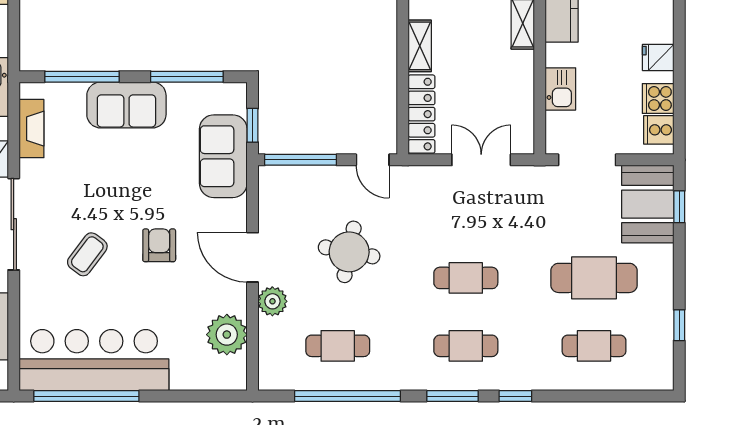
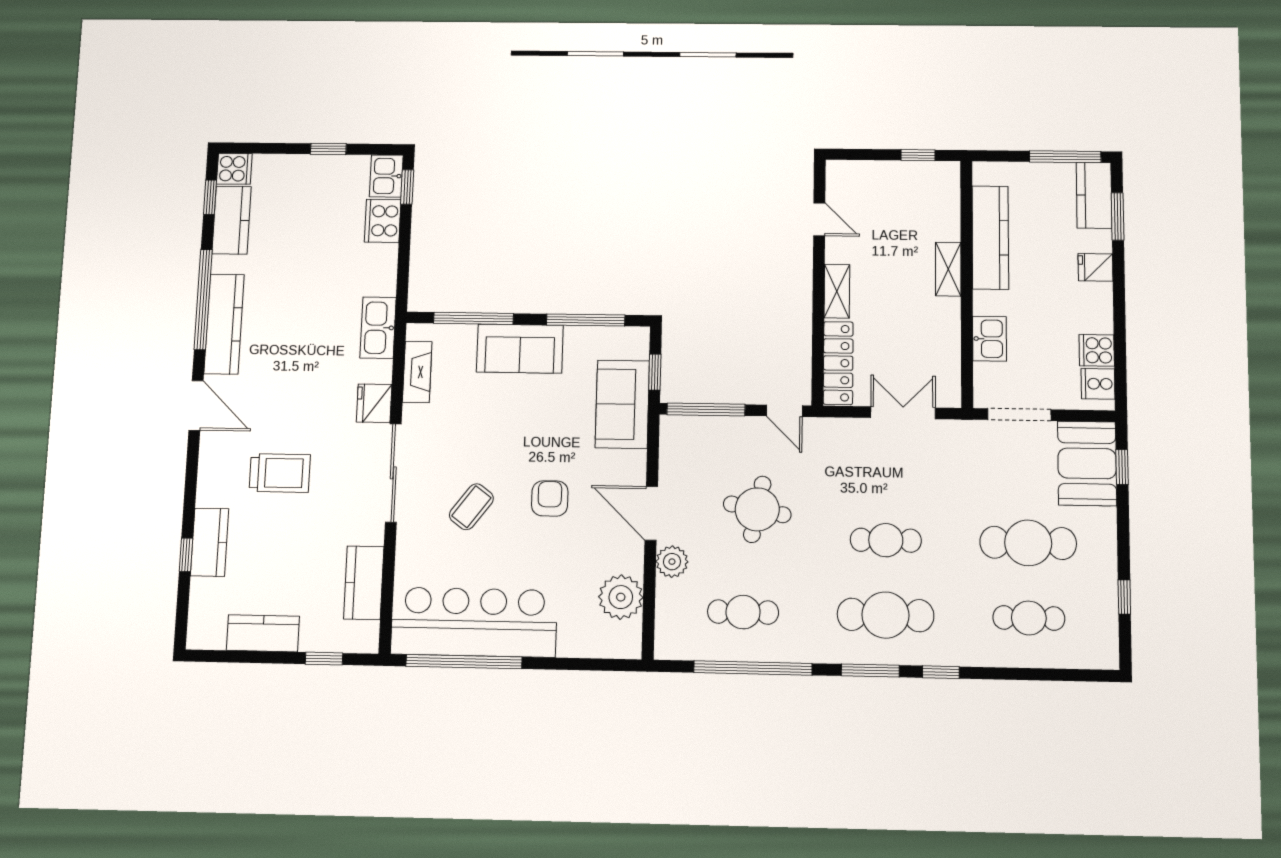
fridge: (658, 57) -> (1095, 267), moved
cafe table: (466, 346) -> (885, 615), width x1.37, depth x1.35

